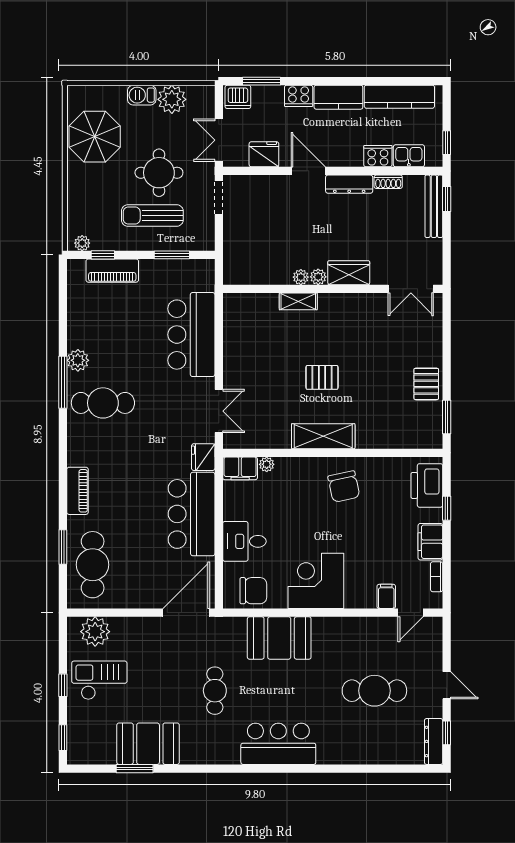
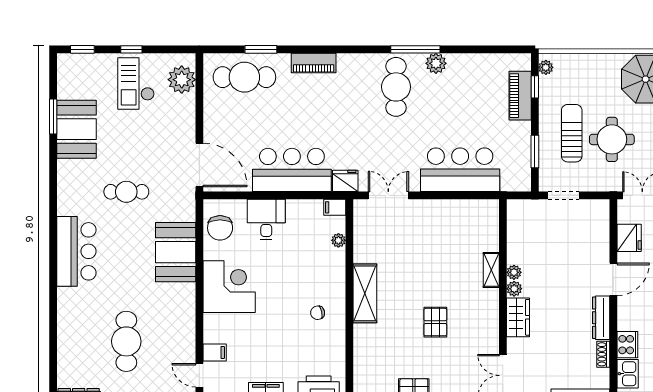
doorway: (219, 198) -> (563, 195), moved
pallet: (322, 377) -> (435, 322), moved
double door: (219, 411) -> (388, 195), swing flipped
filing cabinet: (240, 468) -> (335, 207), width x0.50
chair: (344, 487) -> (318, 313), width x0.54, depth x0.54
checkout: (99, 680) -> (136, 84), turned 180

